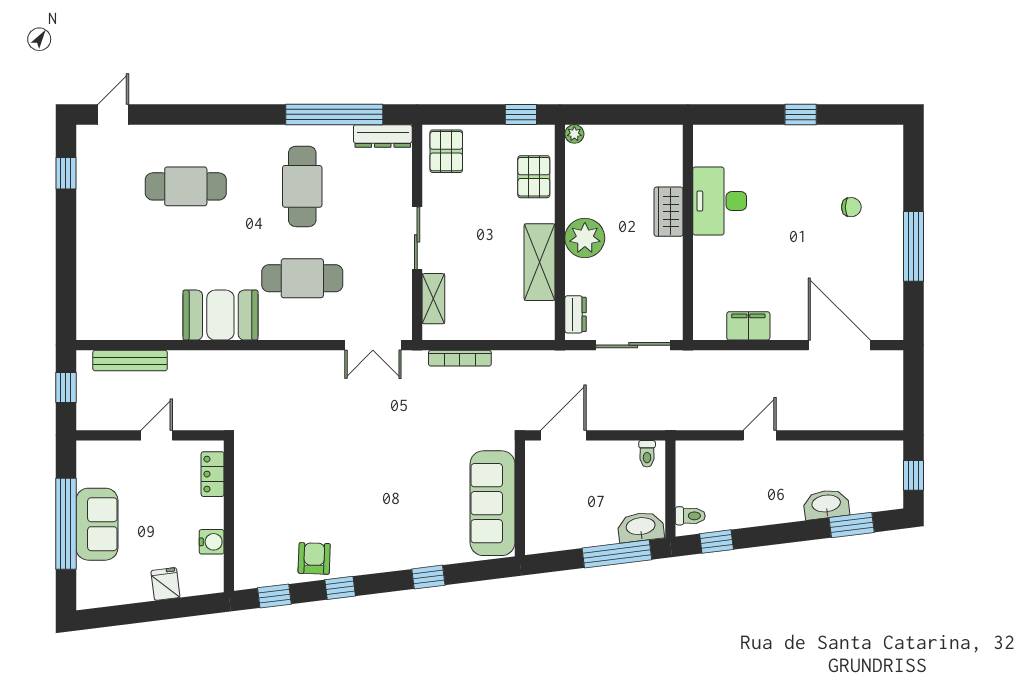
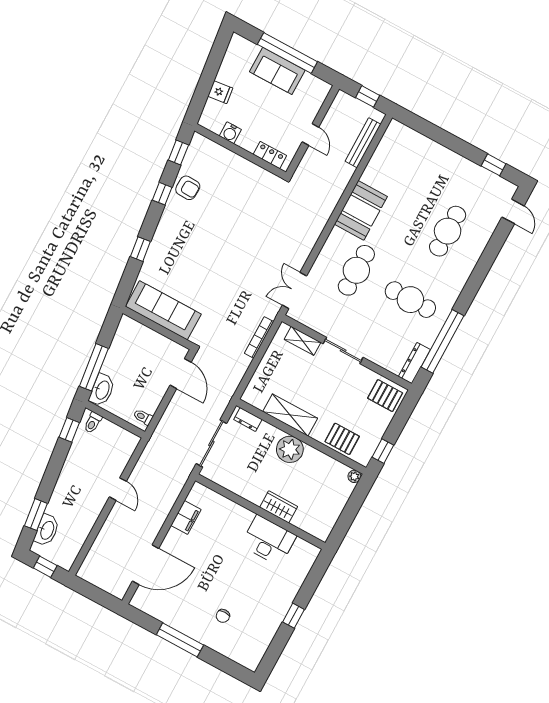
washbasin: (826, 504) -> (47, 530), moved

